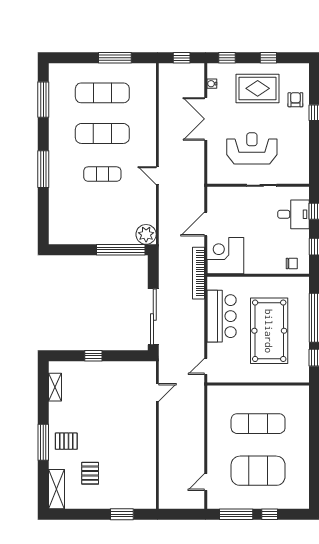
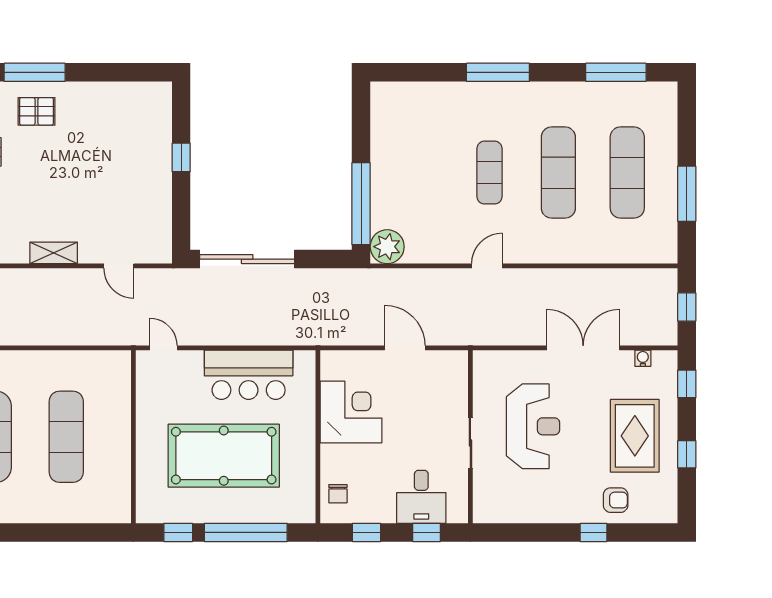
corner desk: (225, 256) -> (351, 412), moved
bookcase: (198, 273) -> (322, 336), removed
shelving: (55, 387) -> (54, 253), moved
pallet: (66, 441) -> (37, 111), turned 90

